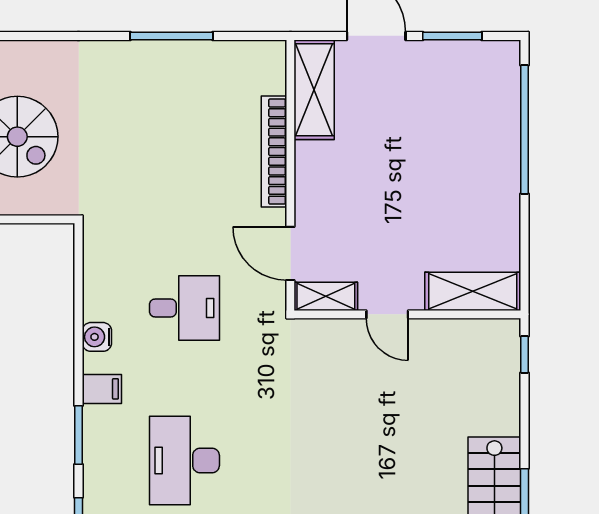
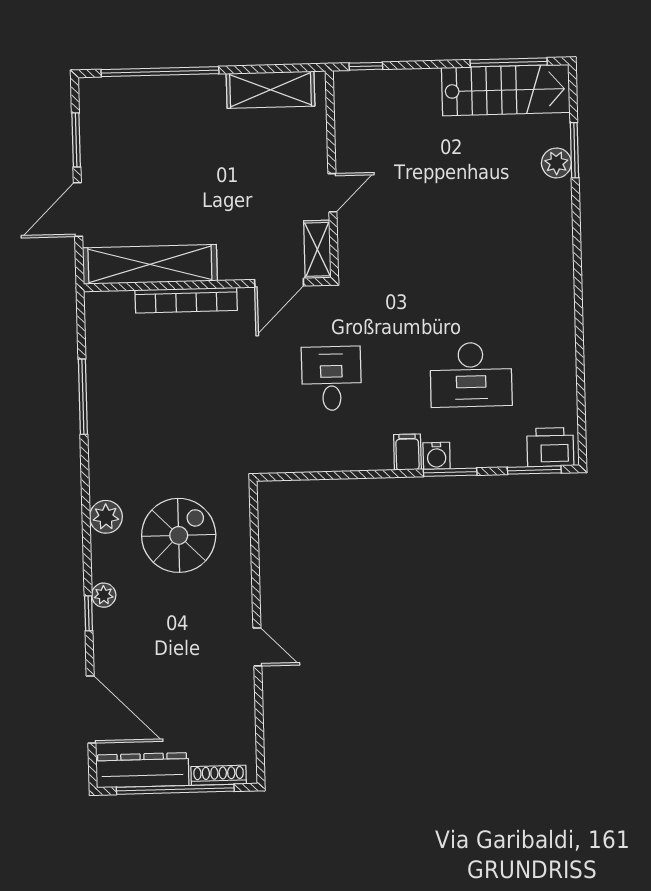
plant: (40, 58) -> (106, 517), added
shelving: (314, 90) -> (150, 264), width x1.47
shelving: (473, 291) -> (270, 90), moved, turned 90
water cooler: (97, 337) -> (437, 456), moved

